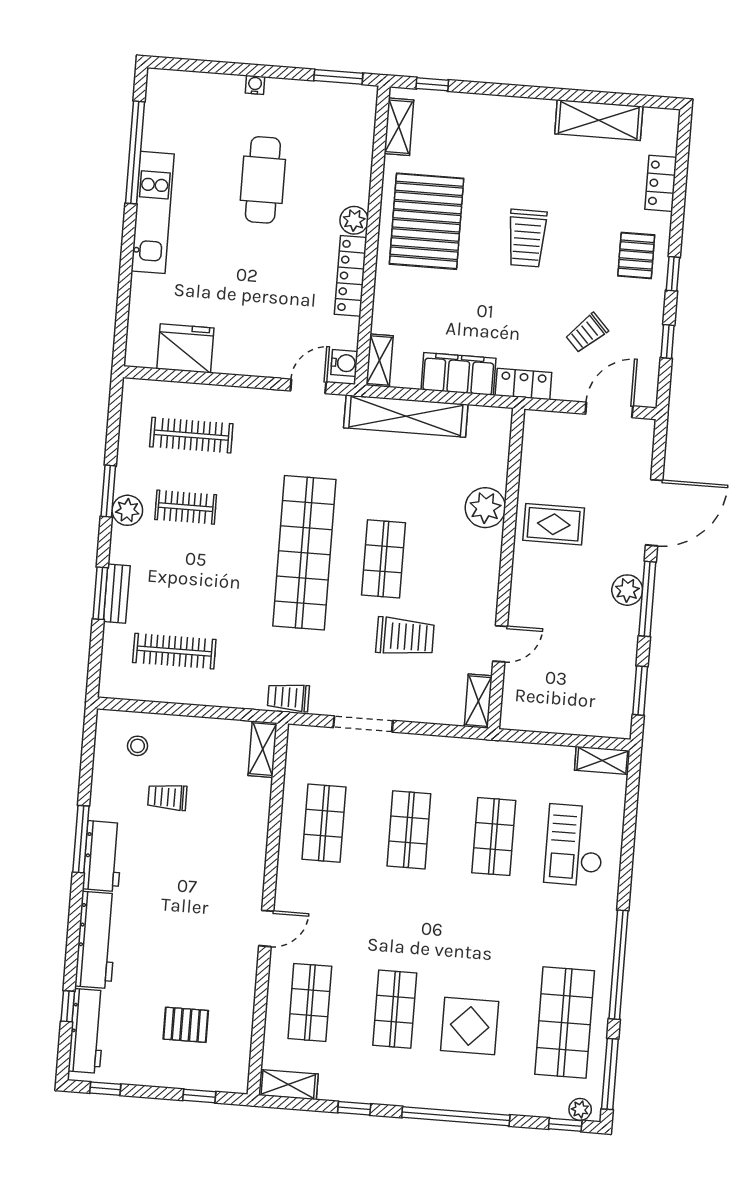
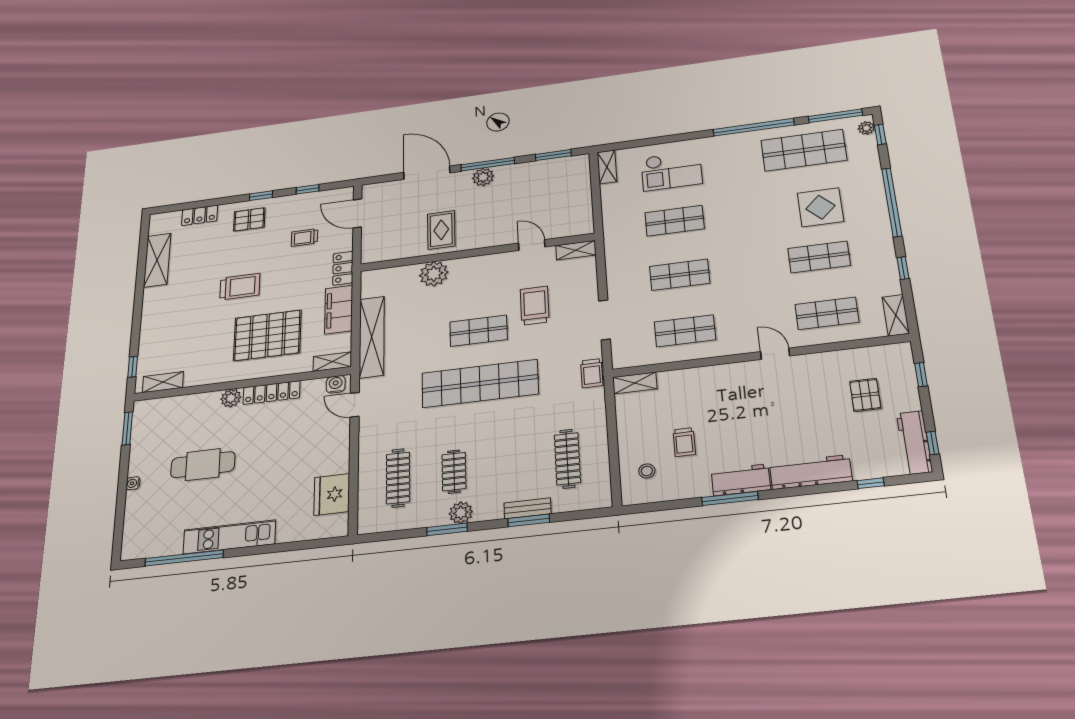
pallet: (427, 221) -> (267, 335), moved
trolley: (587, 333) -> (304, 238), turned 133
workbench: (87, 1031) -> (914, 443), moved, turned -90

